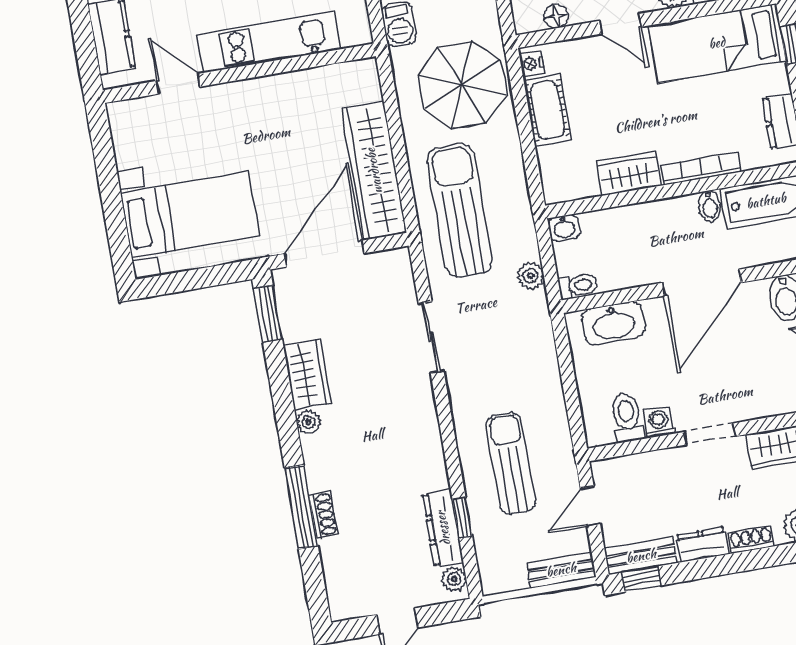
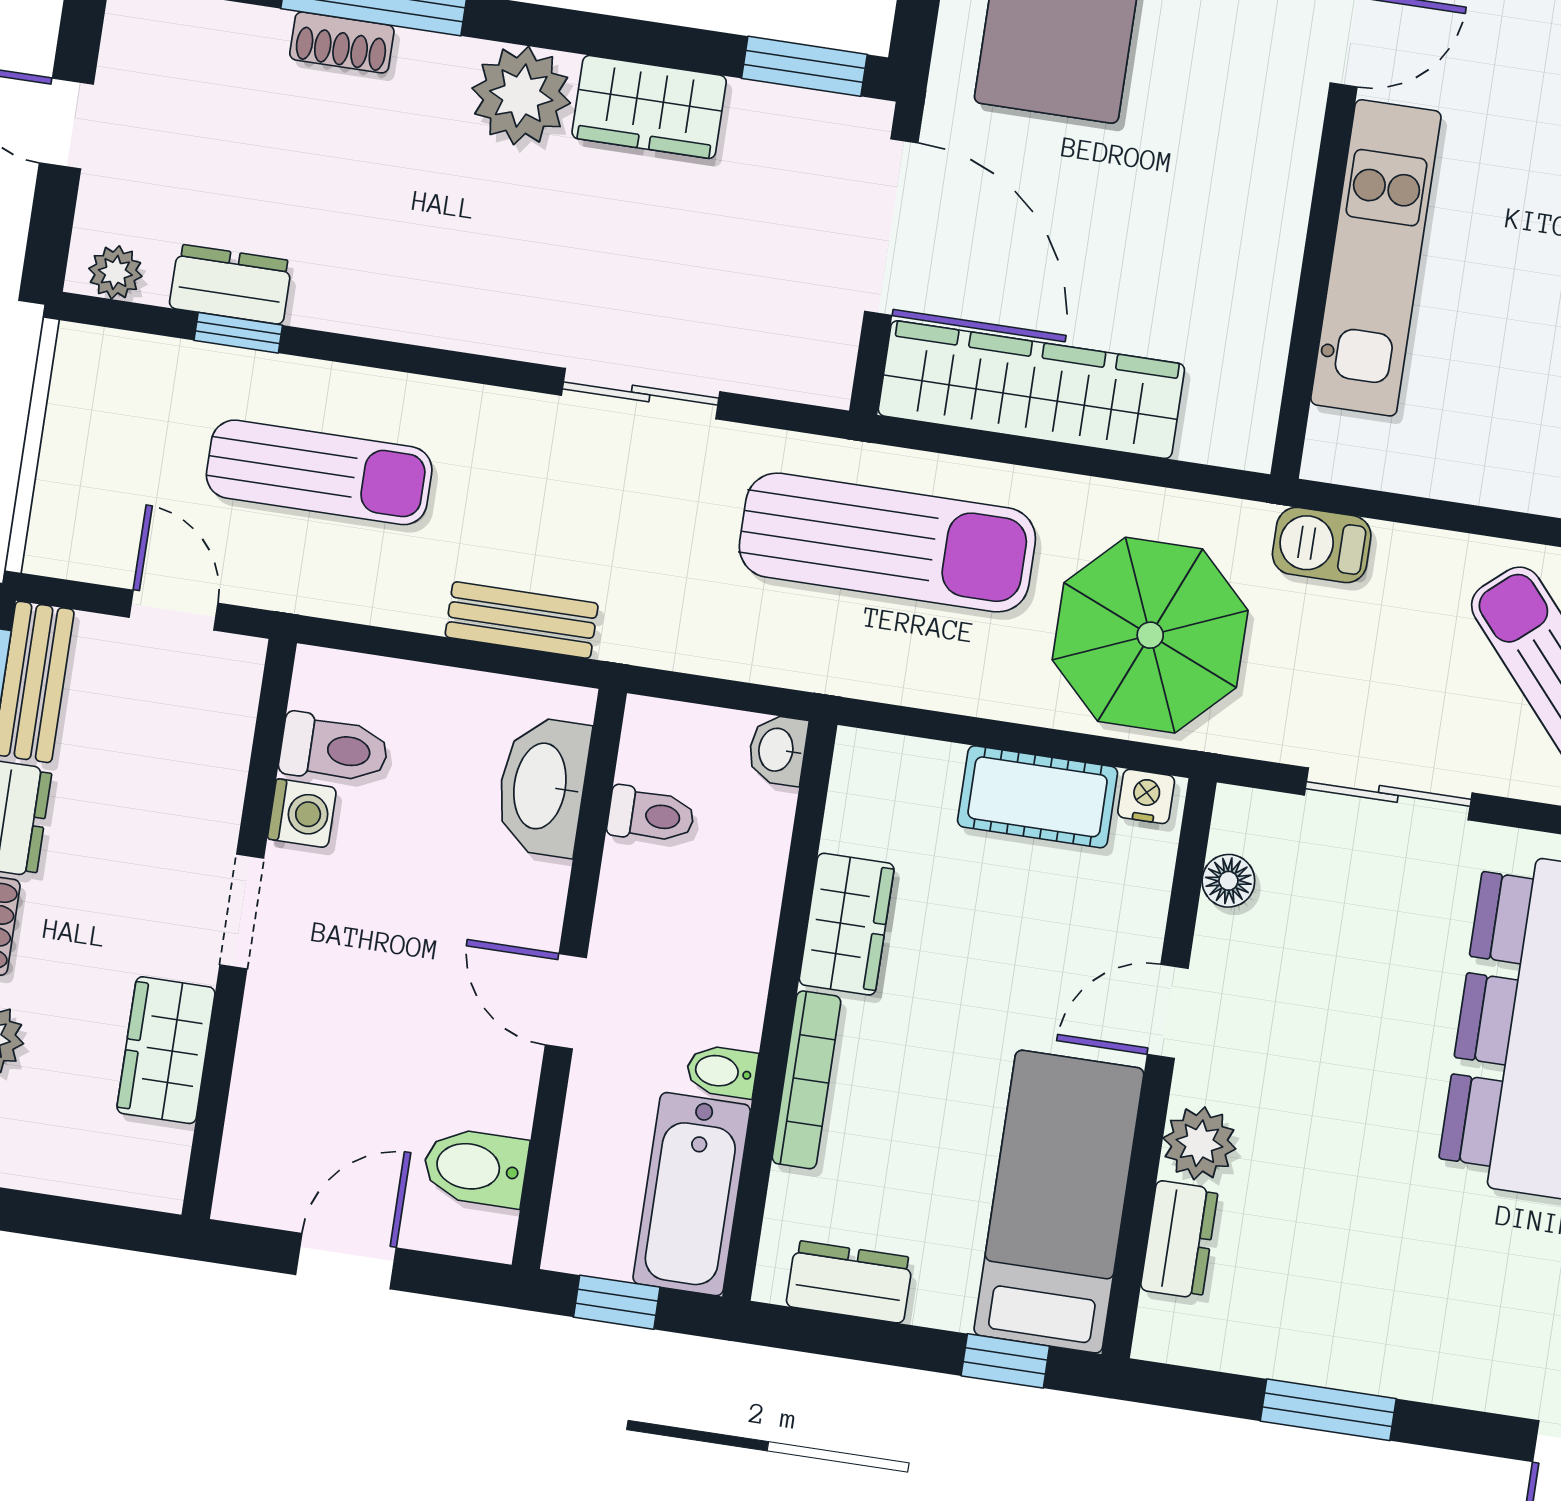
plant: (531, 276) -> (700, 646), removed
door: (702, 283) -> (566, 1001), width x0.53
toilet: (578, 286) -> (651, 815), moved, turned -90
plant: (309, 422) -> (521, 96), width x1.88, depth x1.88
dresser: (443, 528) -> (231, 284), width x0.70
bench: (561, 570) -> (522, 620), moved, turned 90

